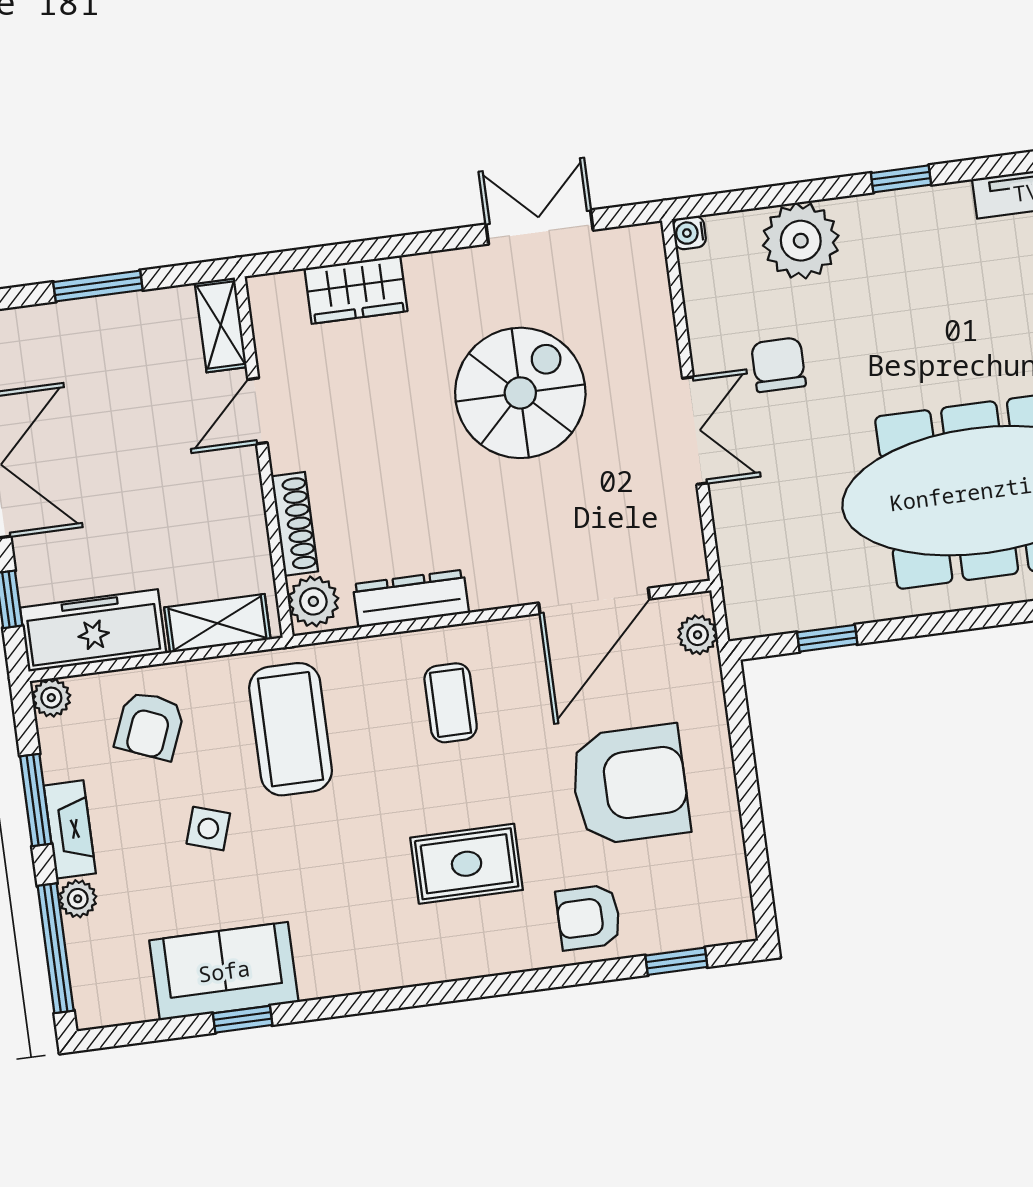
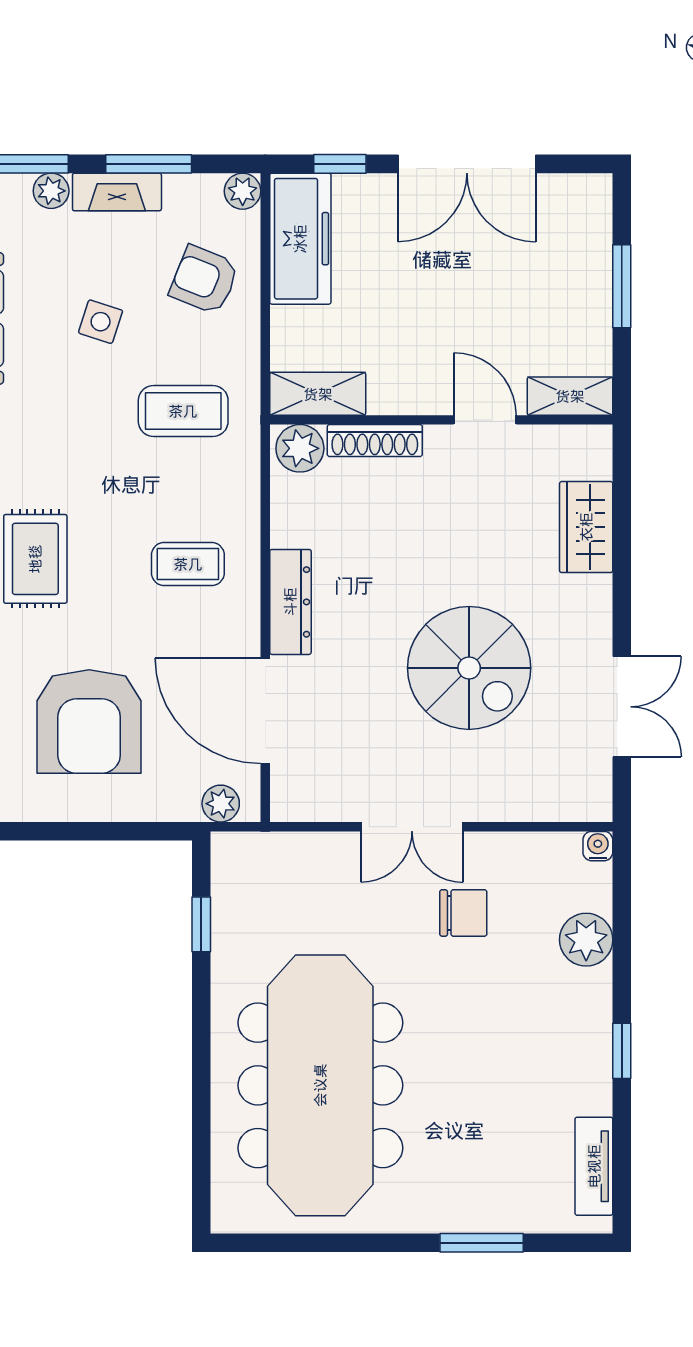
plant: (801, 241) -> (586, 940), width x0.73, depth x0.73
dresser: (411, 598) -> (290, 602), moved
shelving: (217, 623) -> (318, 394), moved, turned 90
coffee table: (291, 729) -> (183, 411), width x0.73, depth x0.76

